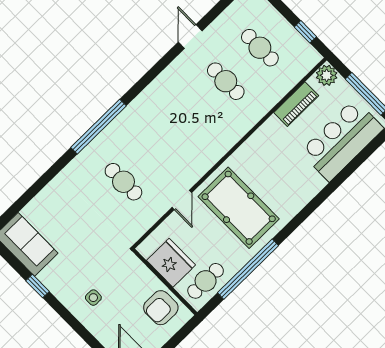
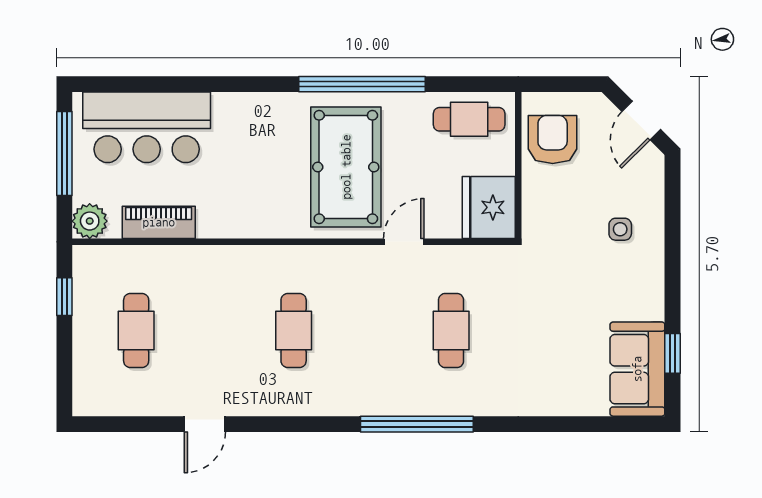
cafe table: (226, 81) -> (294, 331), moved
fridge: (171, 263) -> (489, 207), moved
window: (248, 269) -> (362, 84), moved
window: (37, 286) -> (673, 353), moved
armchair: (161, 308) -> (553, 139), turned -90

